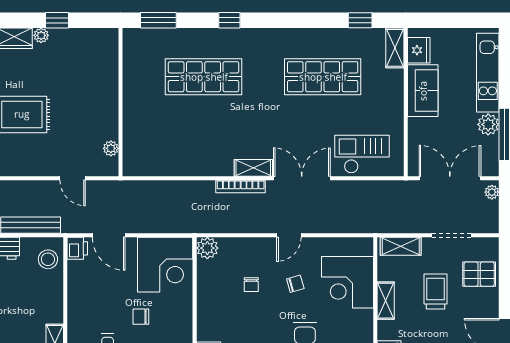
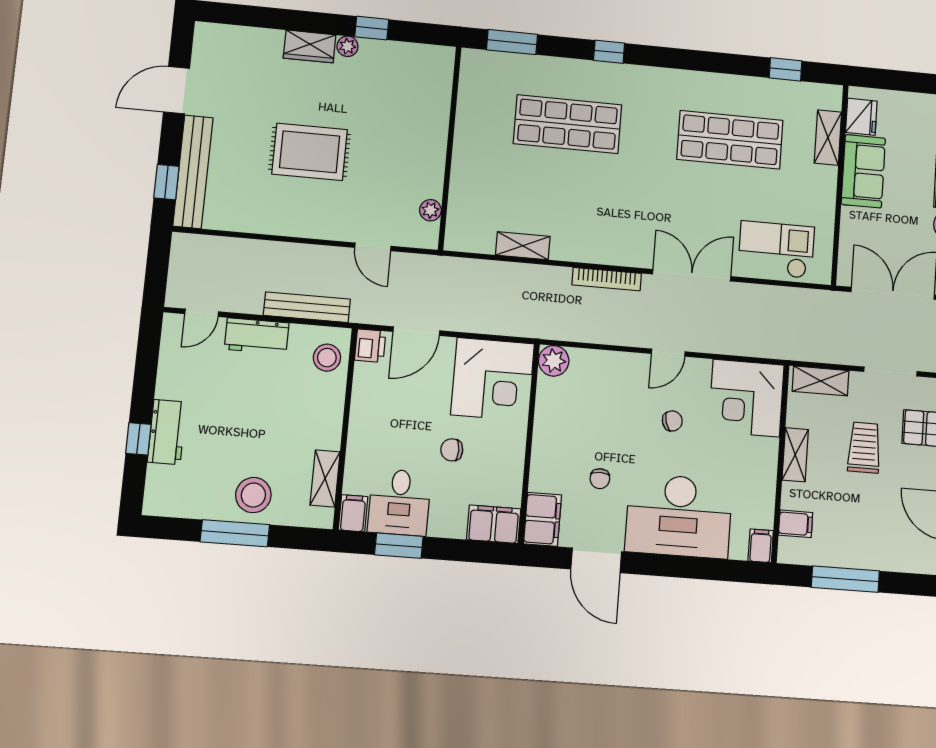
shelving: (395, 48) -> (828, 138), moved
shelving: (253, 168) -> (523, 246), moved
door: (109, 235) -> (416, 331), hinge flipped
corner desk: (348, 282) -> (746, 398), moved
chair: (251, 285) -> (600, 479), moved

